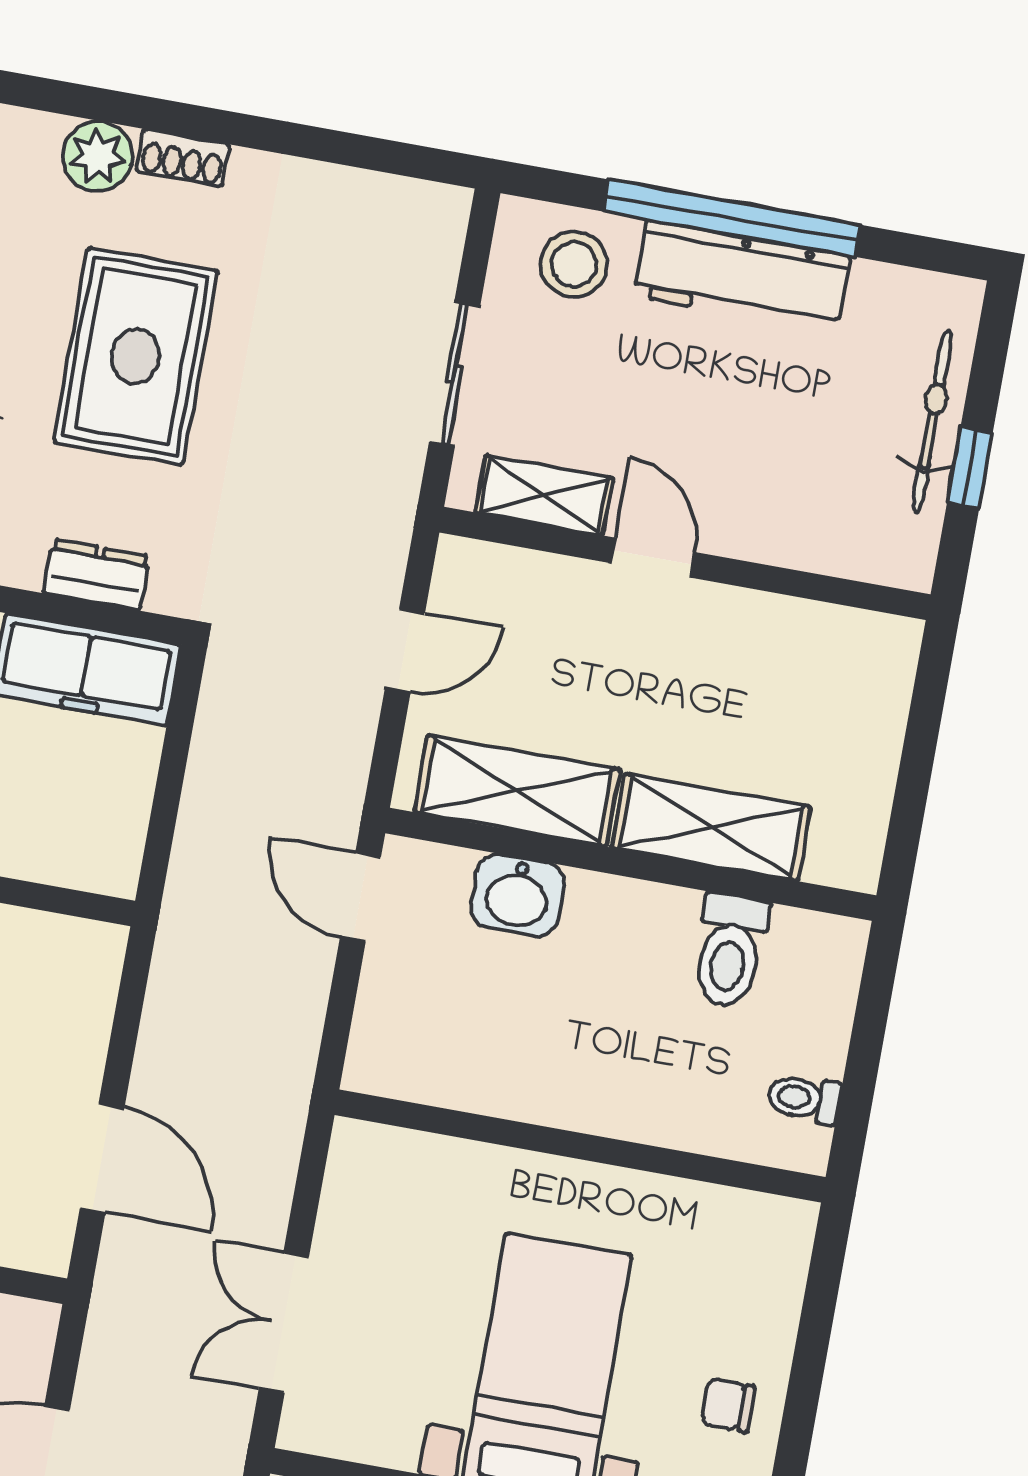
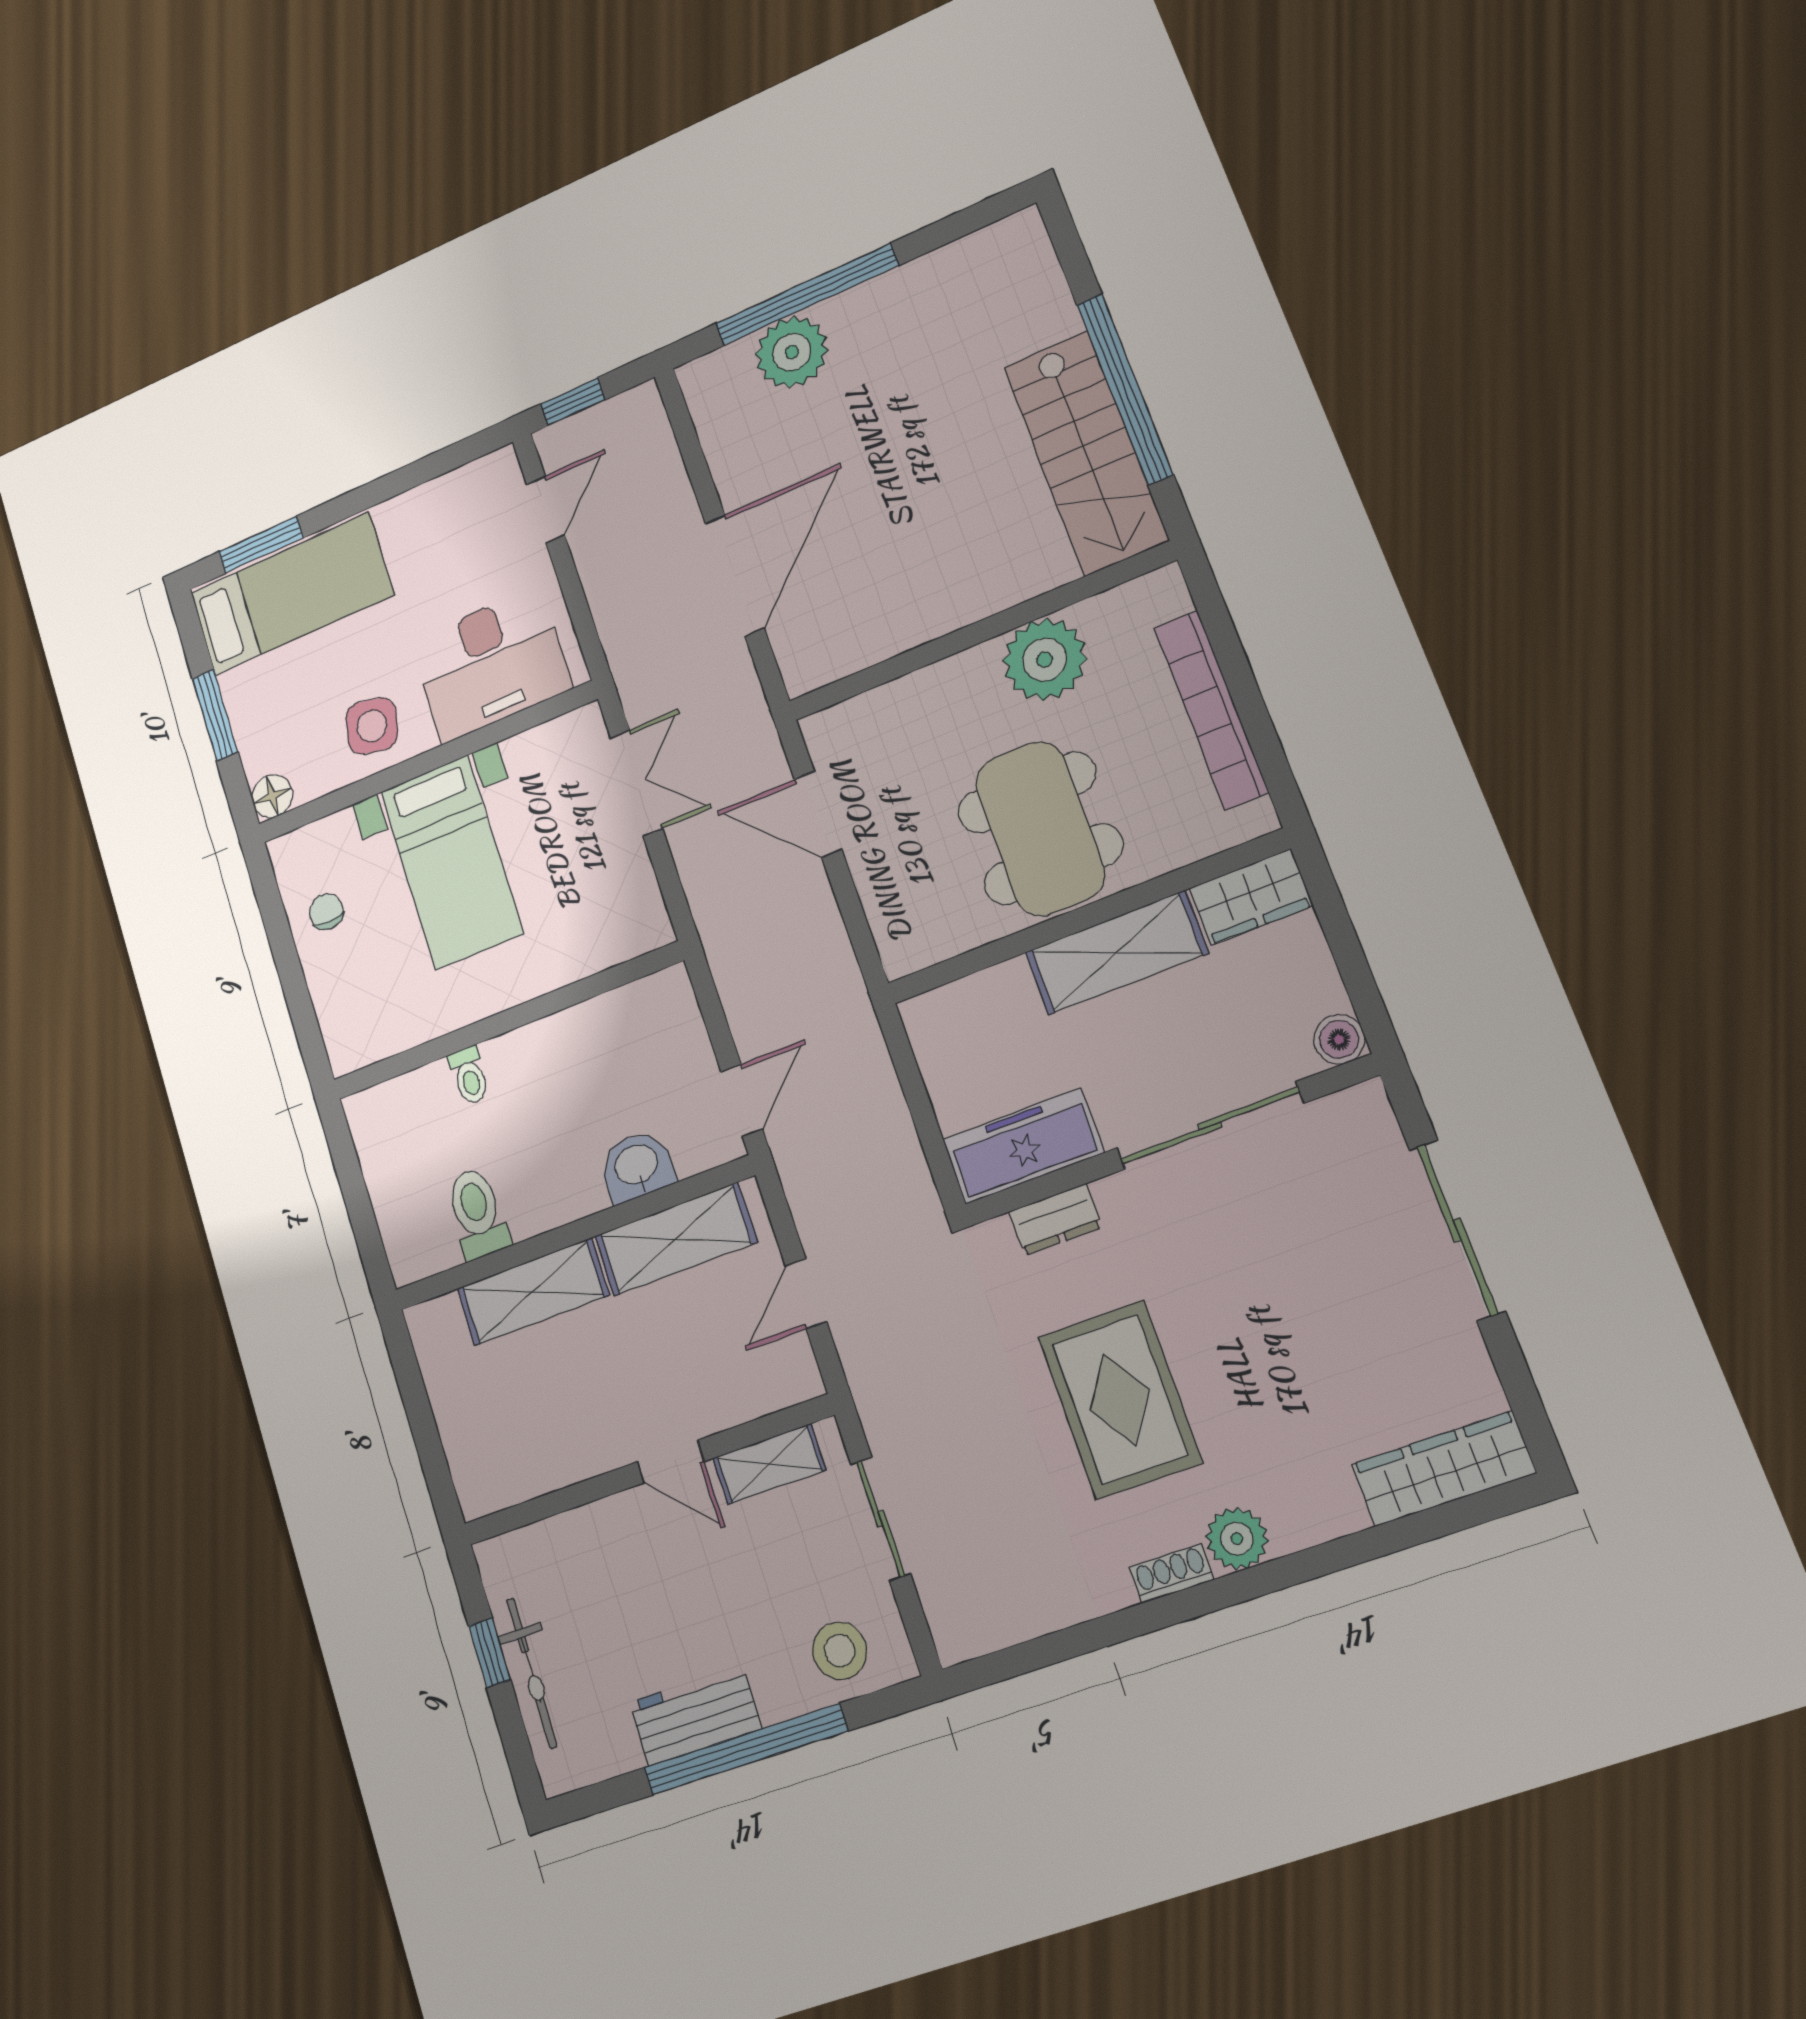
workbench: (742, 276) -> (695, 1716), width x0.73
door: (361, 897) -> (742, 1100), hinge flipped
toilet: (804, 1099) -> (469, 1076), moved, turned 90
chair: (728, 1405) -> (326, 912), turned -90

